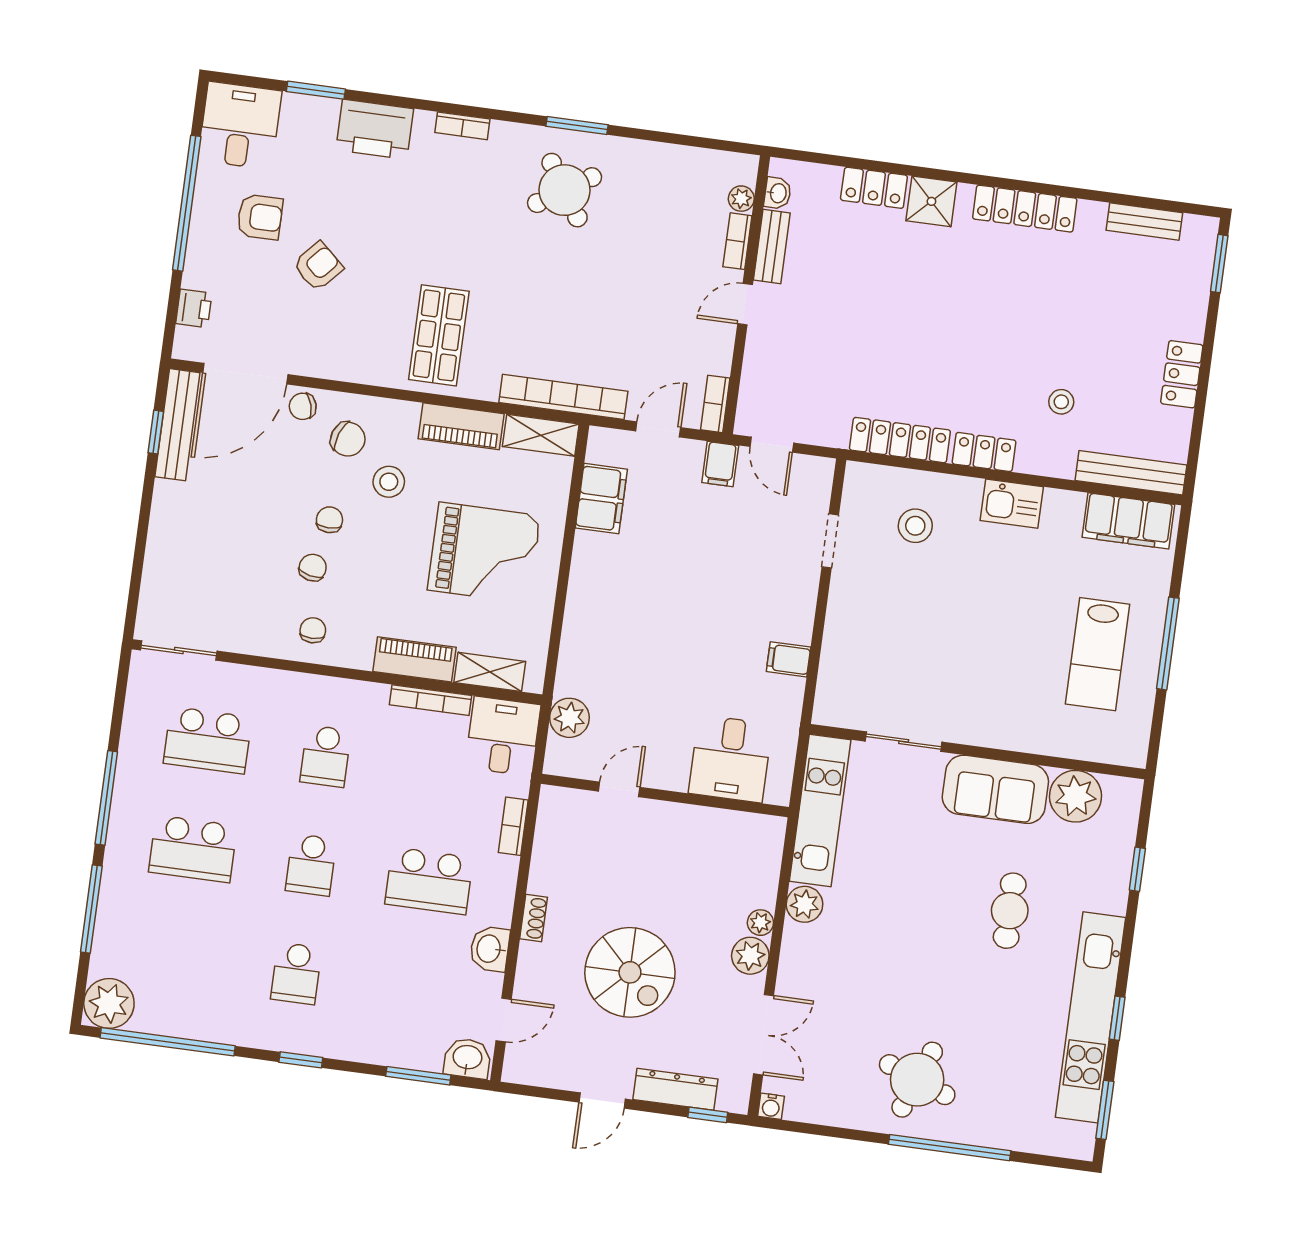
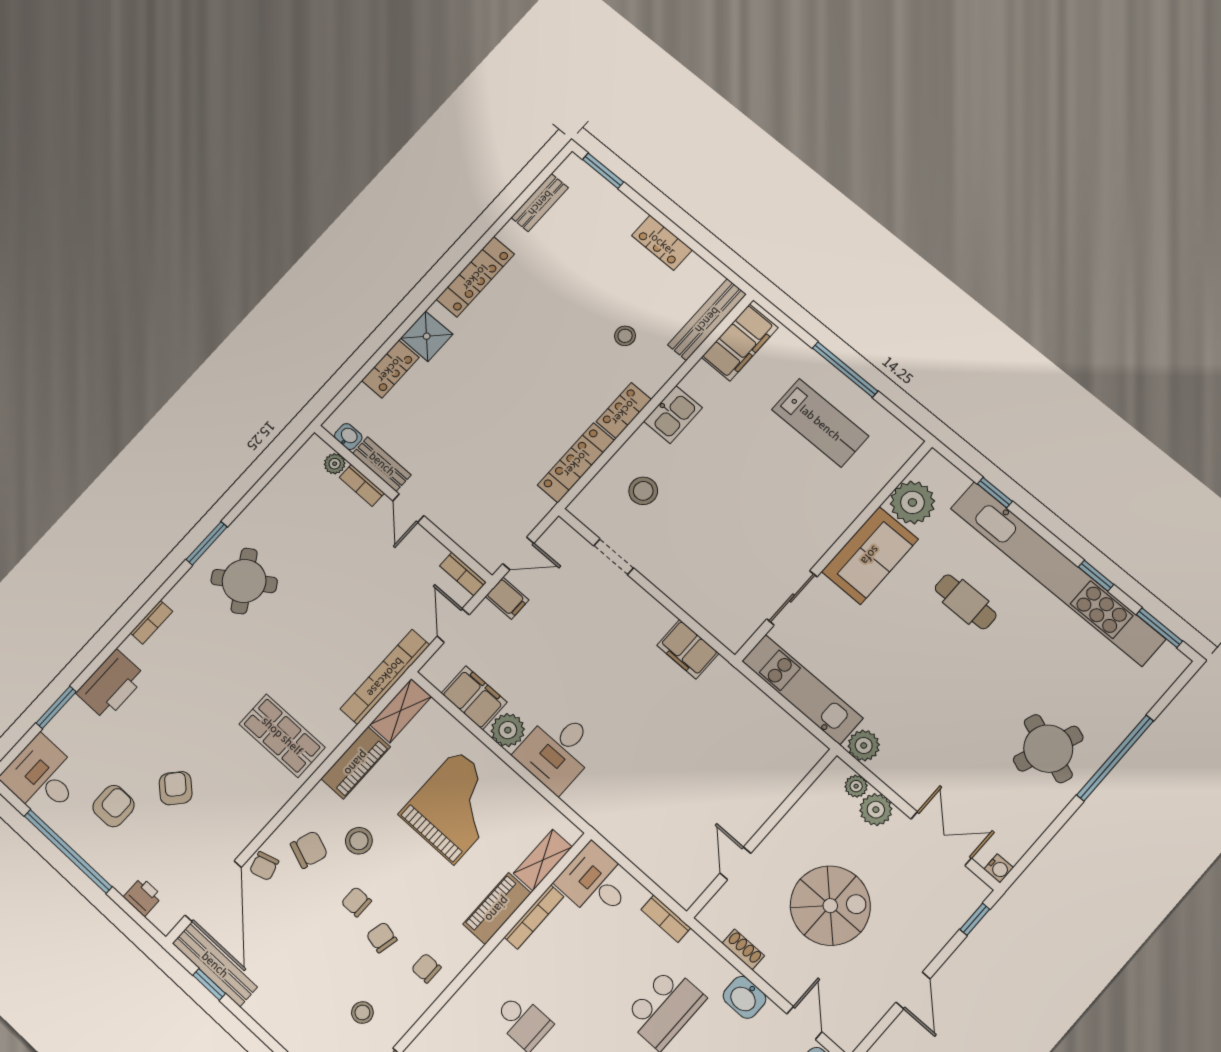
stool: (230, 598) -> (362, 1012), added
filing cabinet: (789, 659) -> (688, 649), width x2.00
plant: (569, 718) -> (508, 730), moved
desk: (730, 759) -> (557, 751), moved, turned 90
door: (619, 789) -> (735, 863), moved
wall: (665, 795) -> (762, 833), moved
kitchen unit: (1090, 1017) -> (1057, 573), width x1.36
dresser: (675, 1089) -> (940, 930), removed

